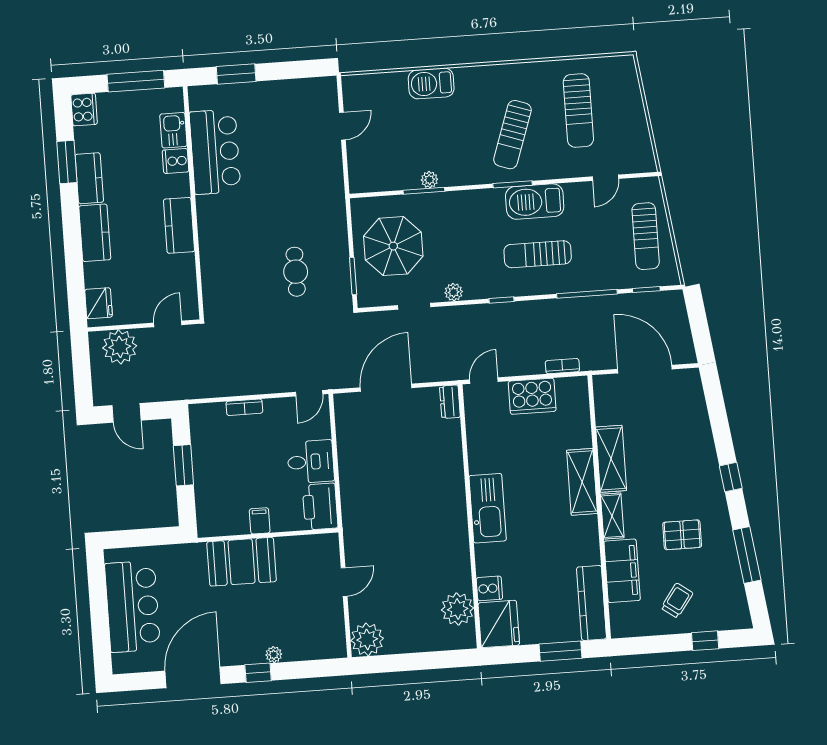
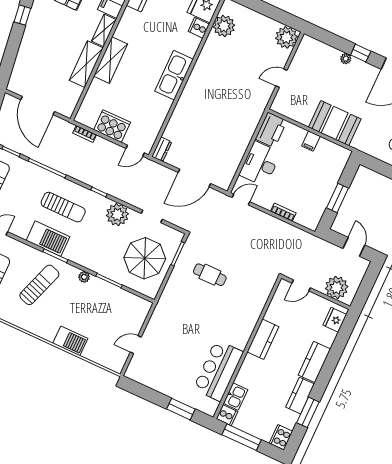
cooker: (176, 161) -> (227, 415), moved
plant: (429, 180) -> (84, 277), moved
cafe table: (296, 272) -> (210, 275), turned 90
plant: (454, 292) -> (117, 215), width x1.88, depth x1.88
desk: (311, 462) -> (260, 164), width x1.37

